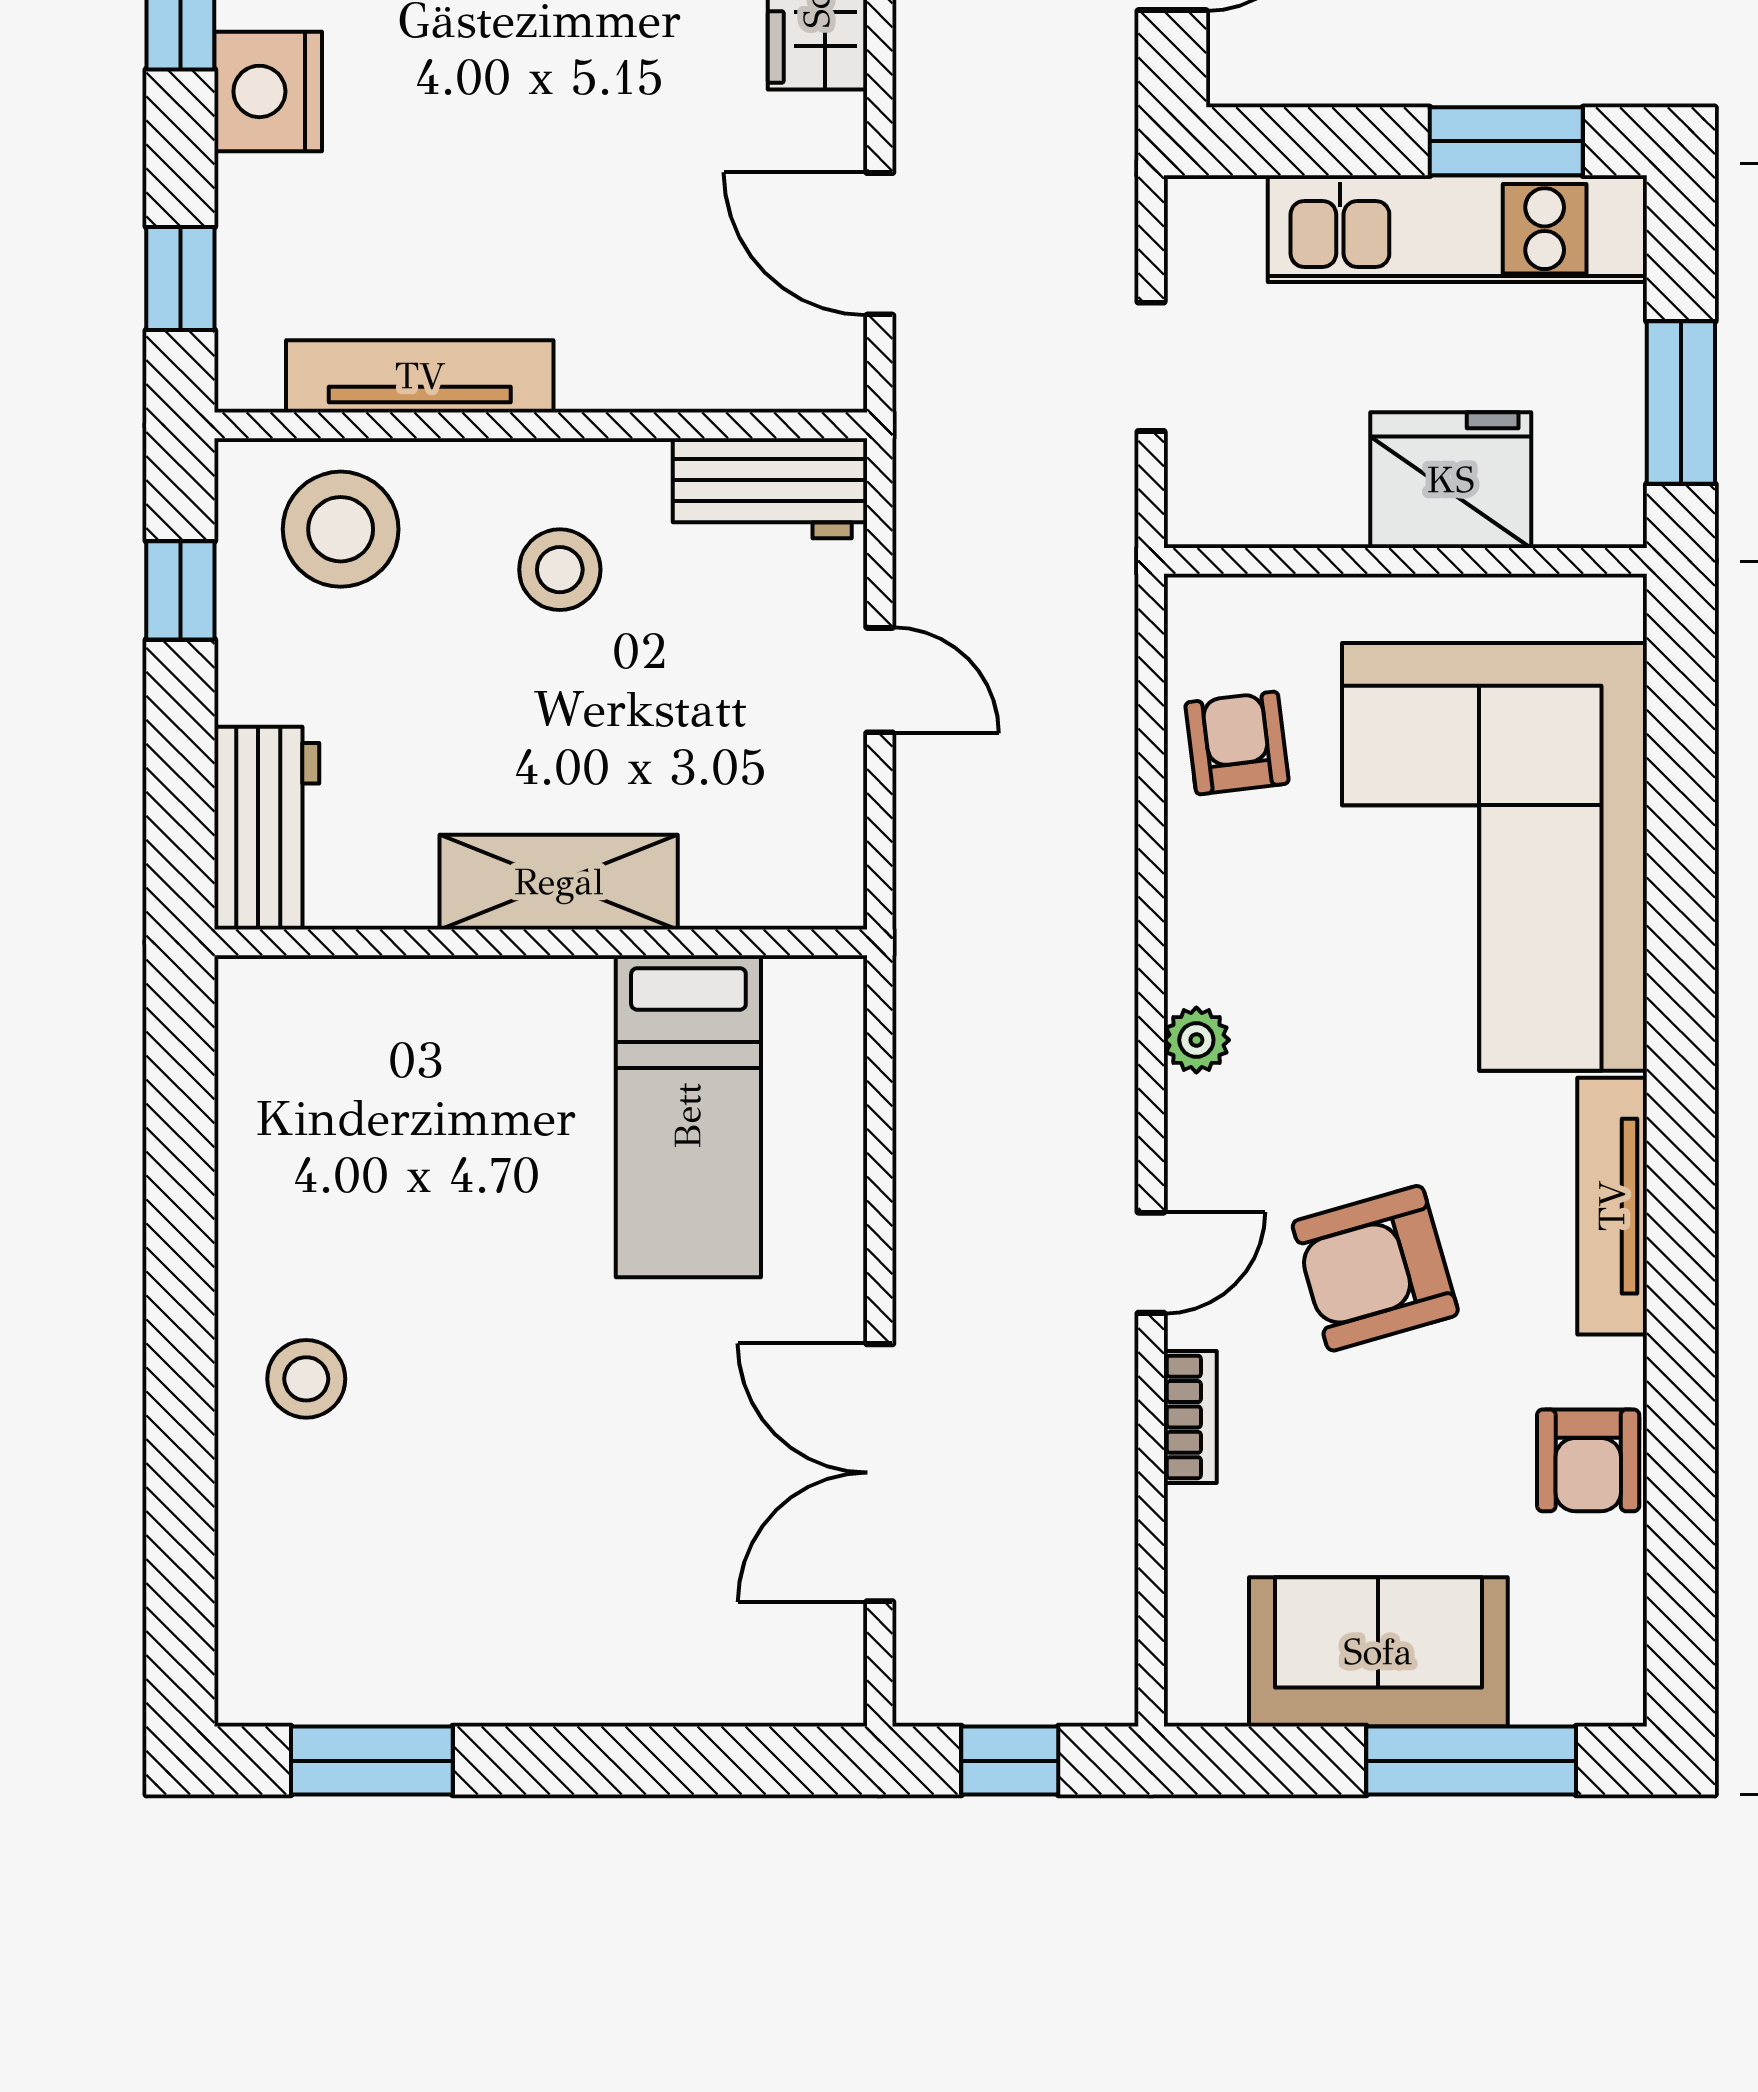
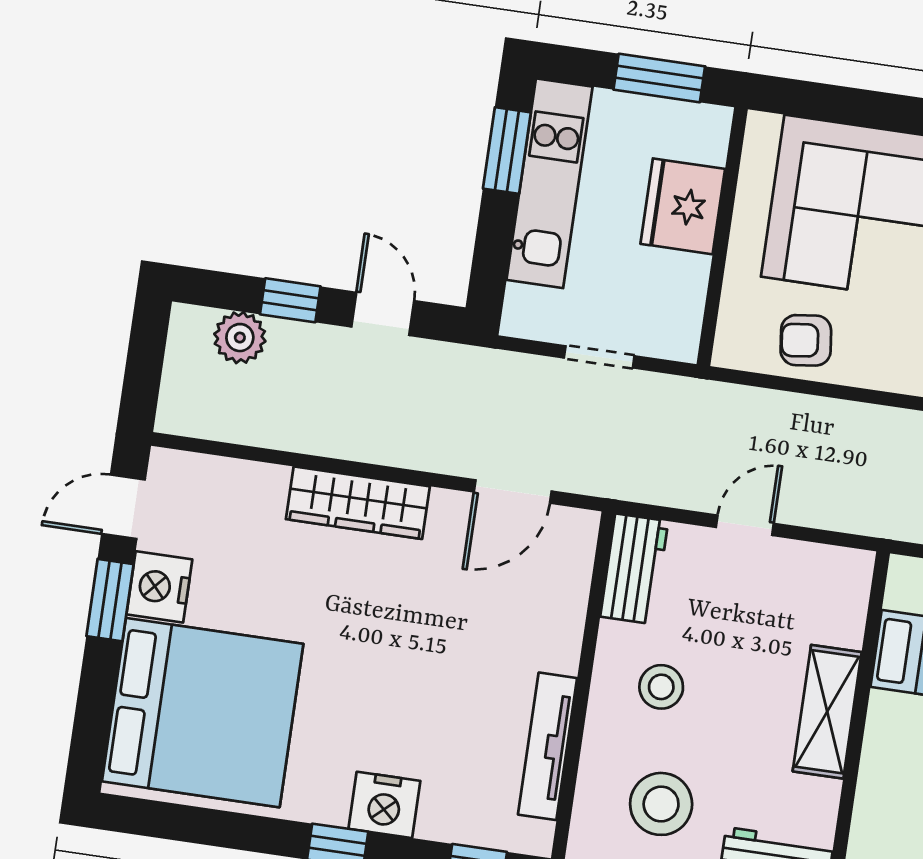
stool: (341, 529) -> (661, 804), moved

